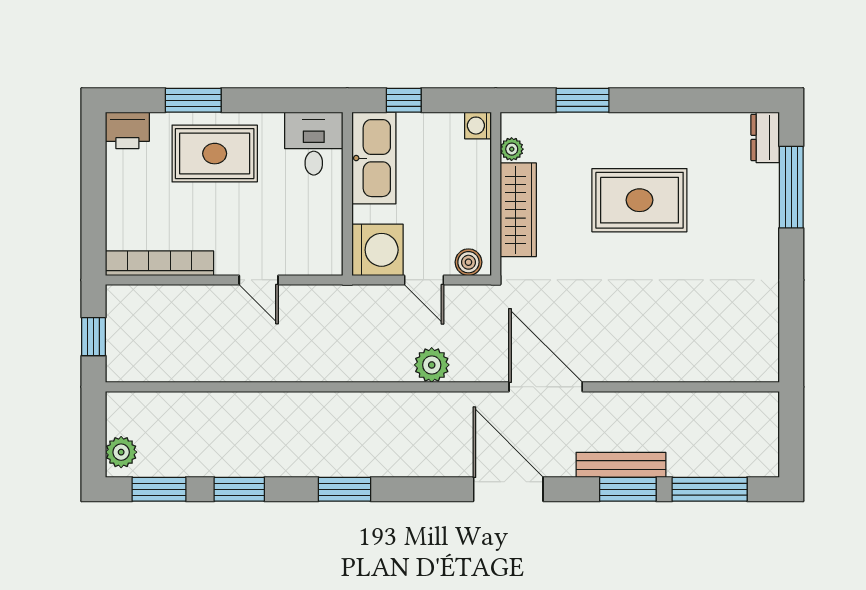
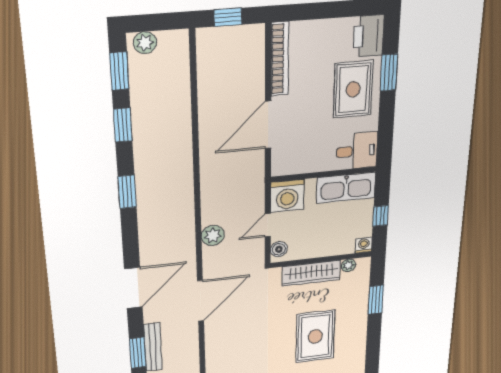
window: (404, 100) -> (381, 216), moved
printer: (127, 130) -> (369, 36), width x1.37, depth x1.19
door: (259, 280) -> (268, 125), width x1.88

